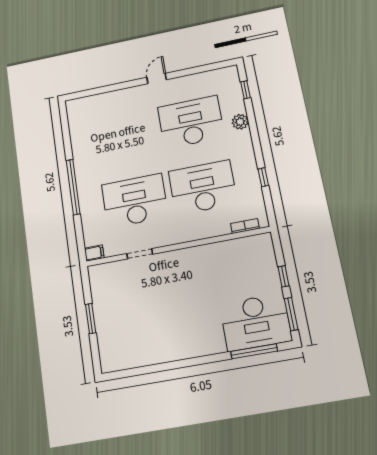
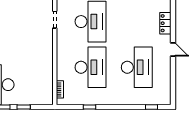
locker: (121, 96) -> (165, 23), added
plant: (240, 122) -> (130, 99), removed

